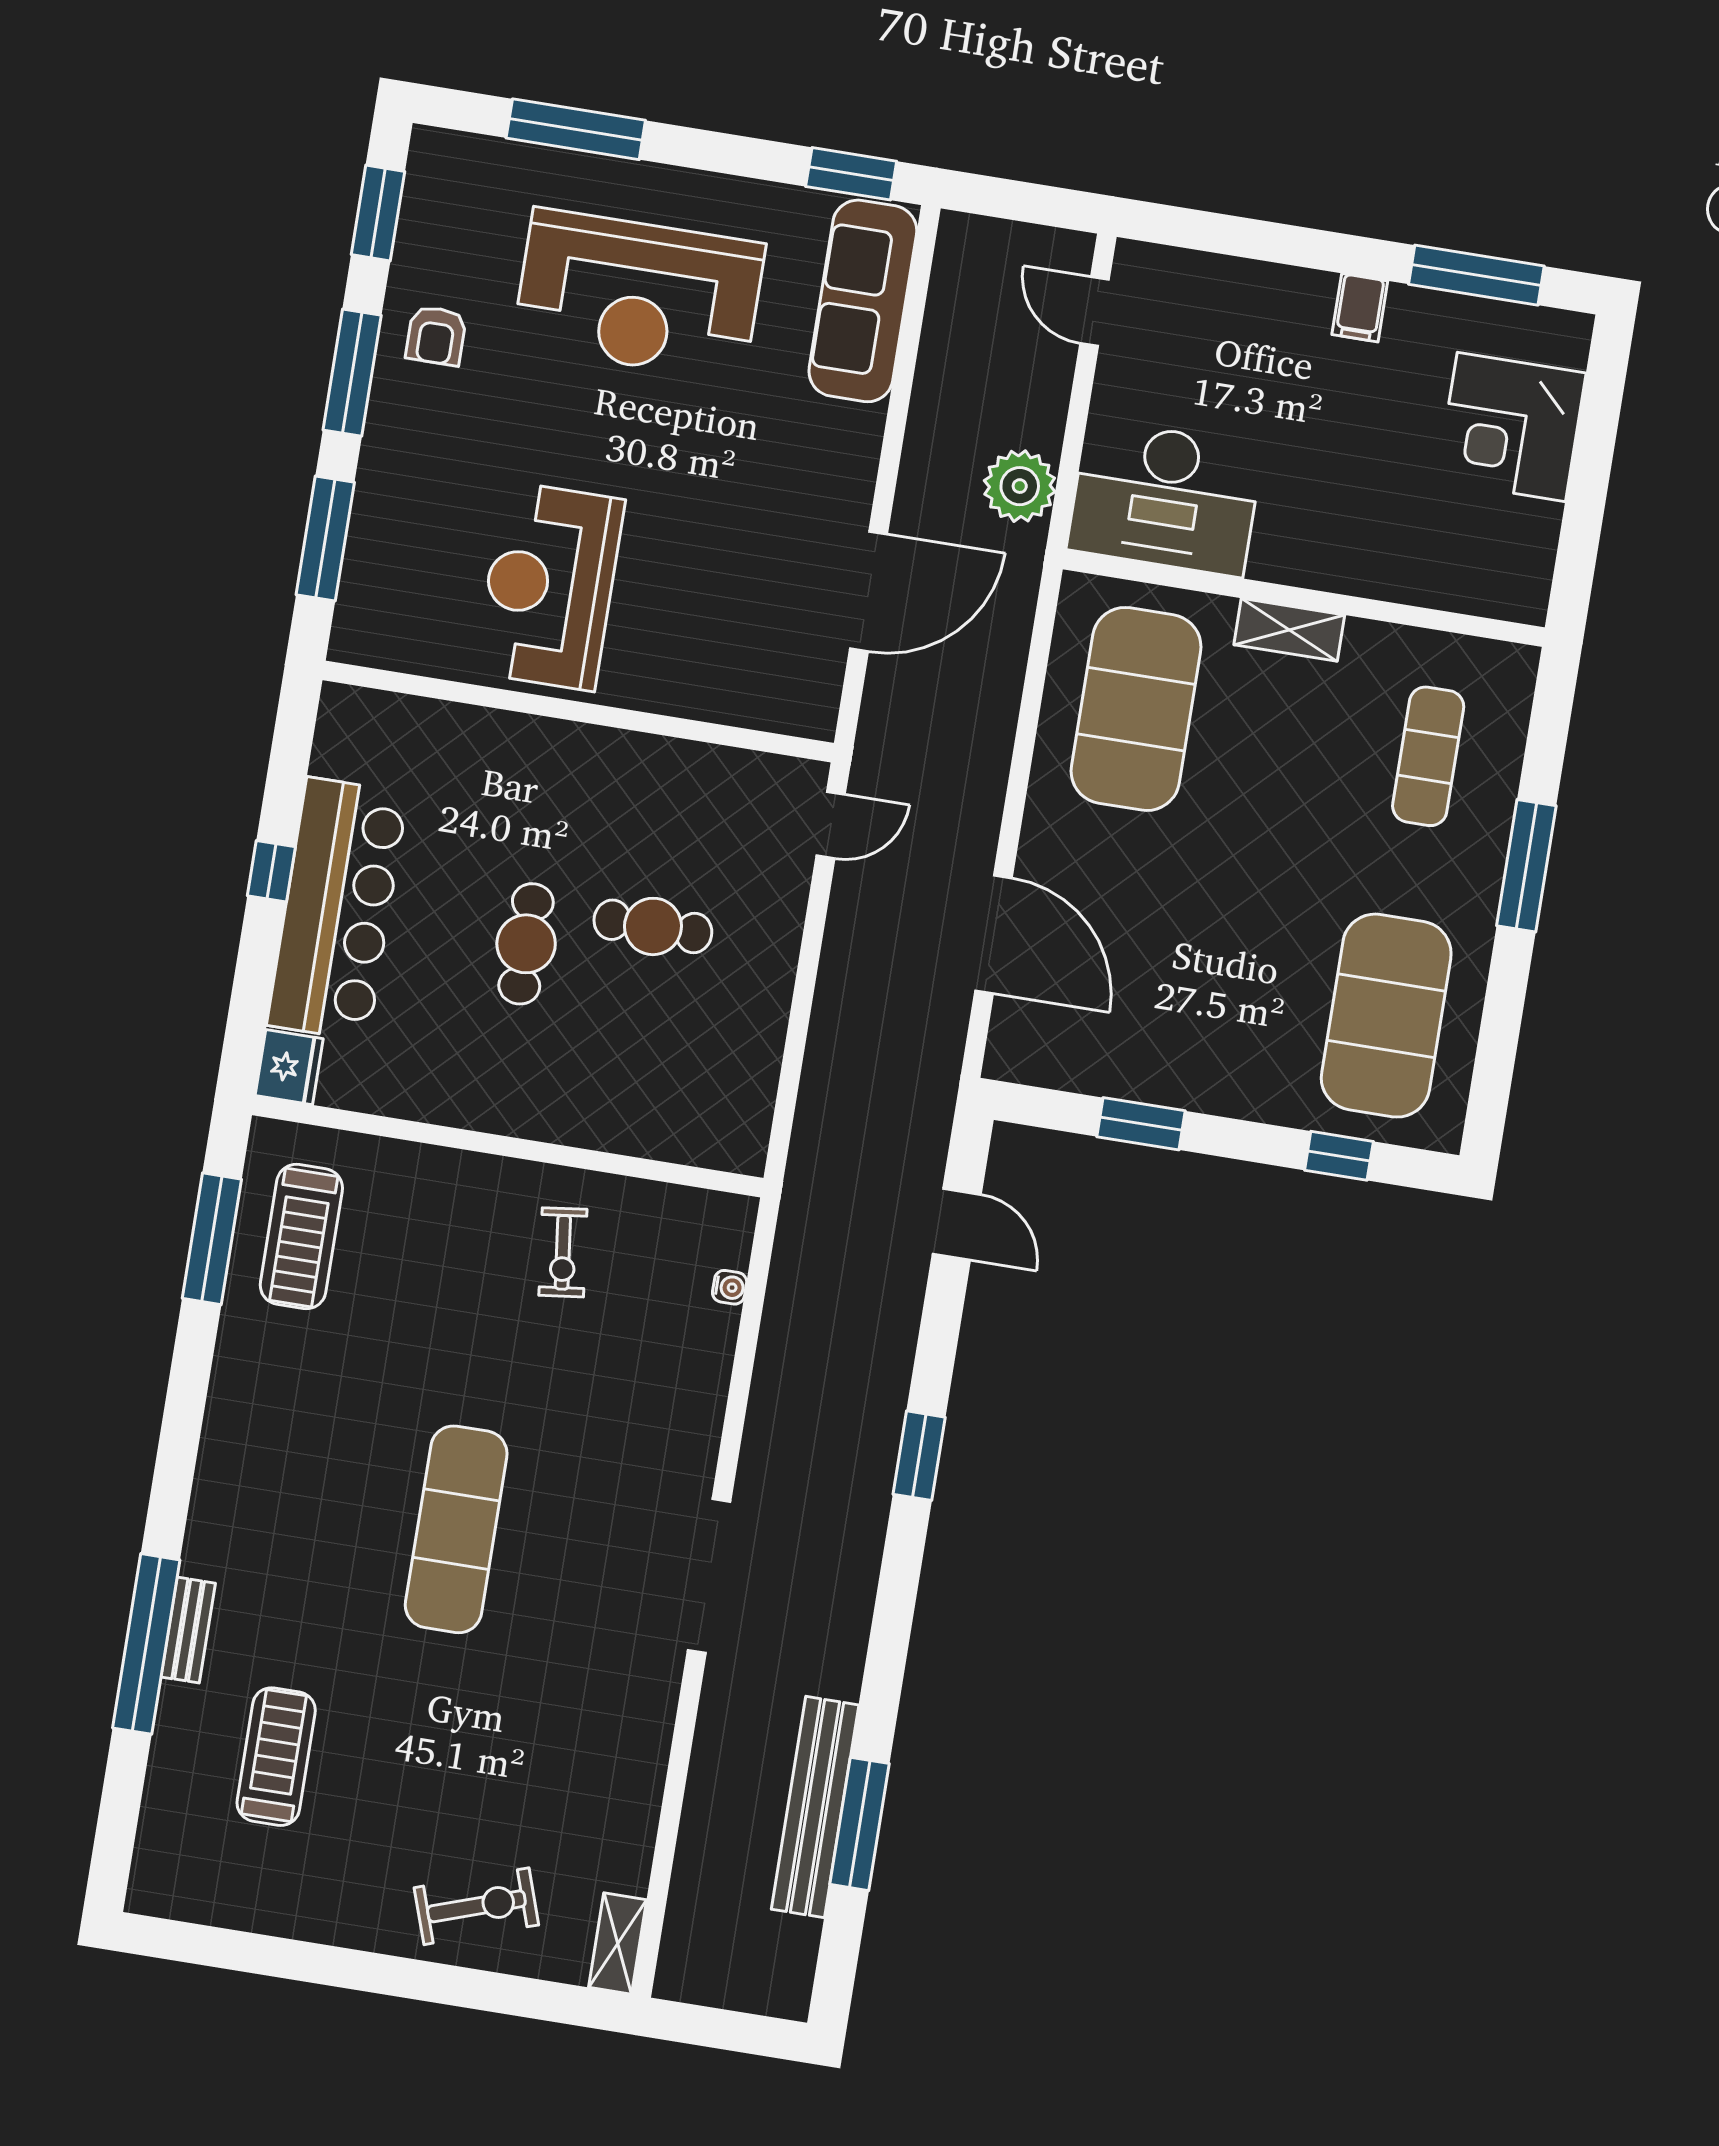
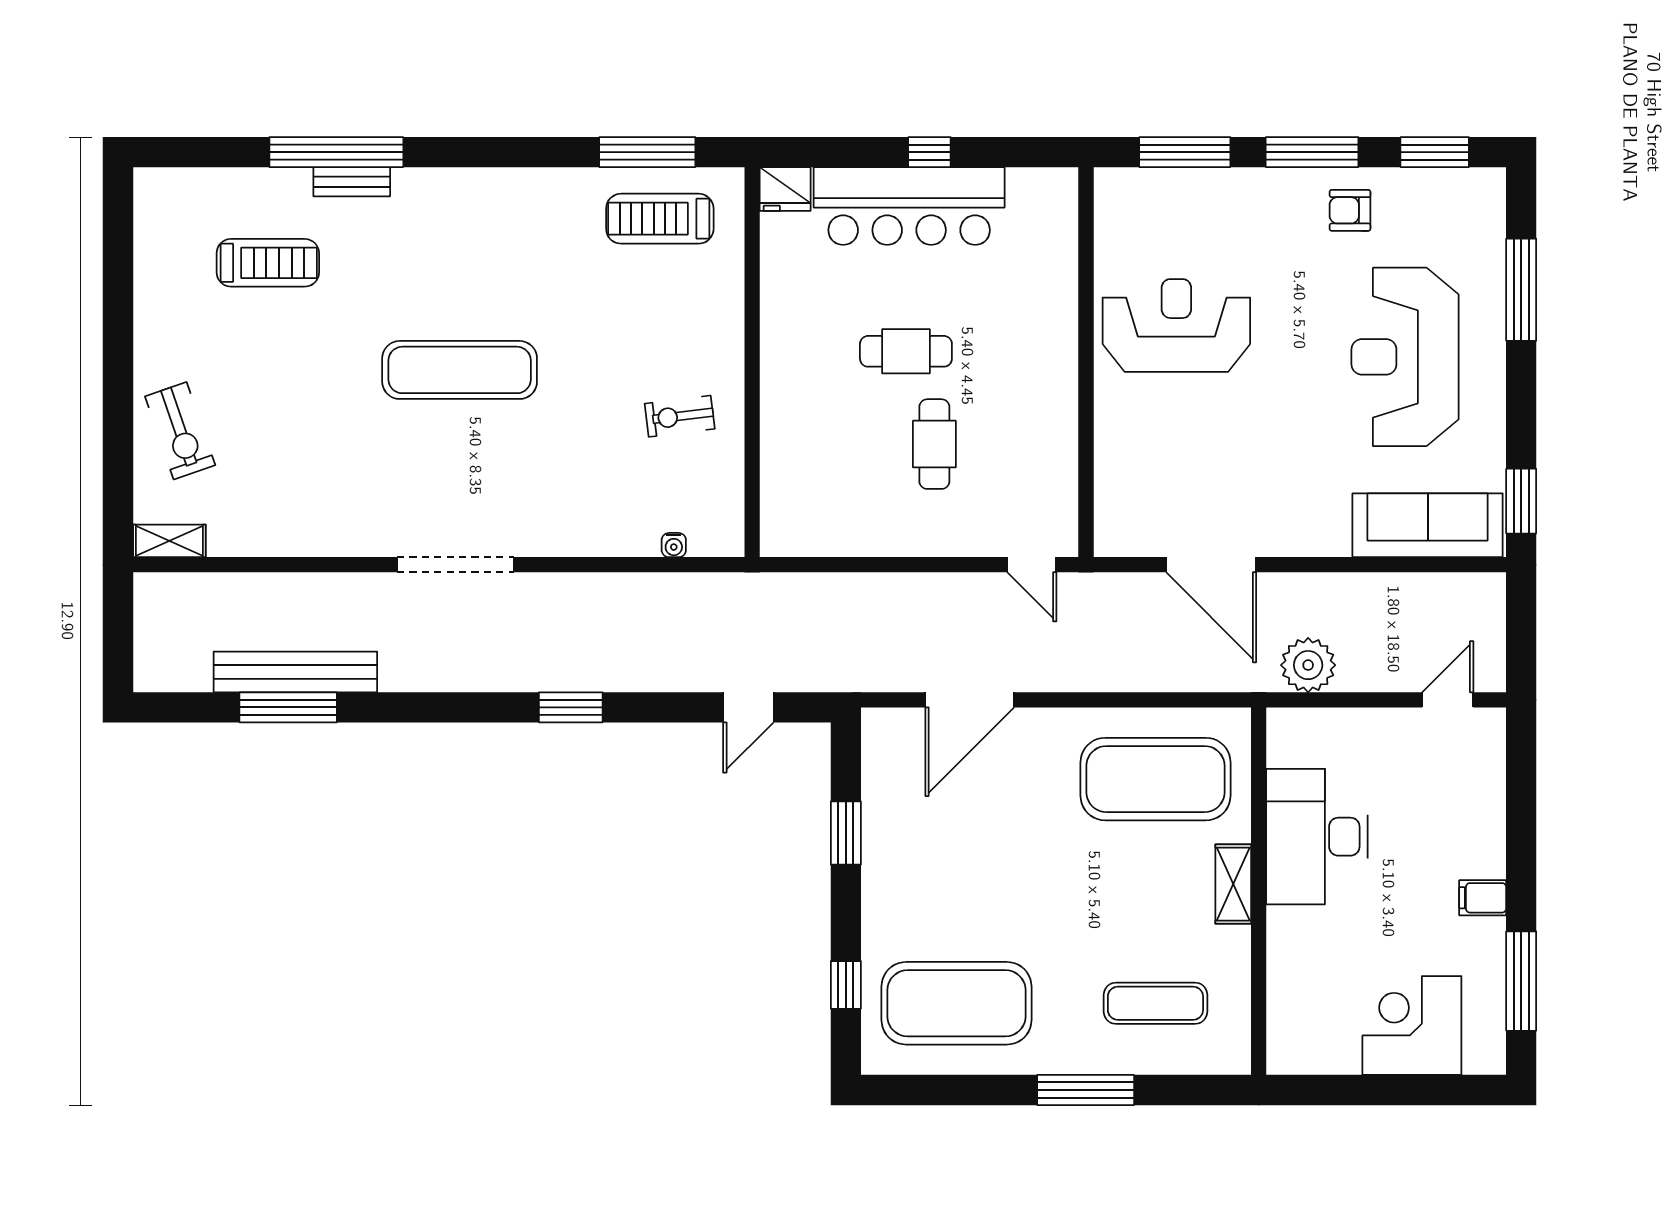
desk: (1165, 498) -> (1317, 837), moved

